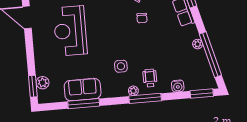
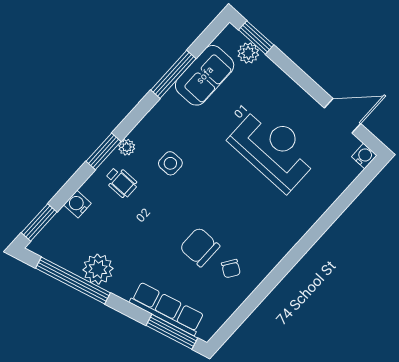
chair: (142, 18) -> (200, 247), width x1.87, depth x1.87
plant: (198, 44) -> (98, 269), width x1.87, depth x1.87
sofa: (83, 90) -> (205, 75), moved
window: (145, 98) -> (104, 151), width x0.69

